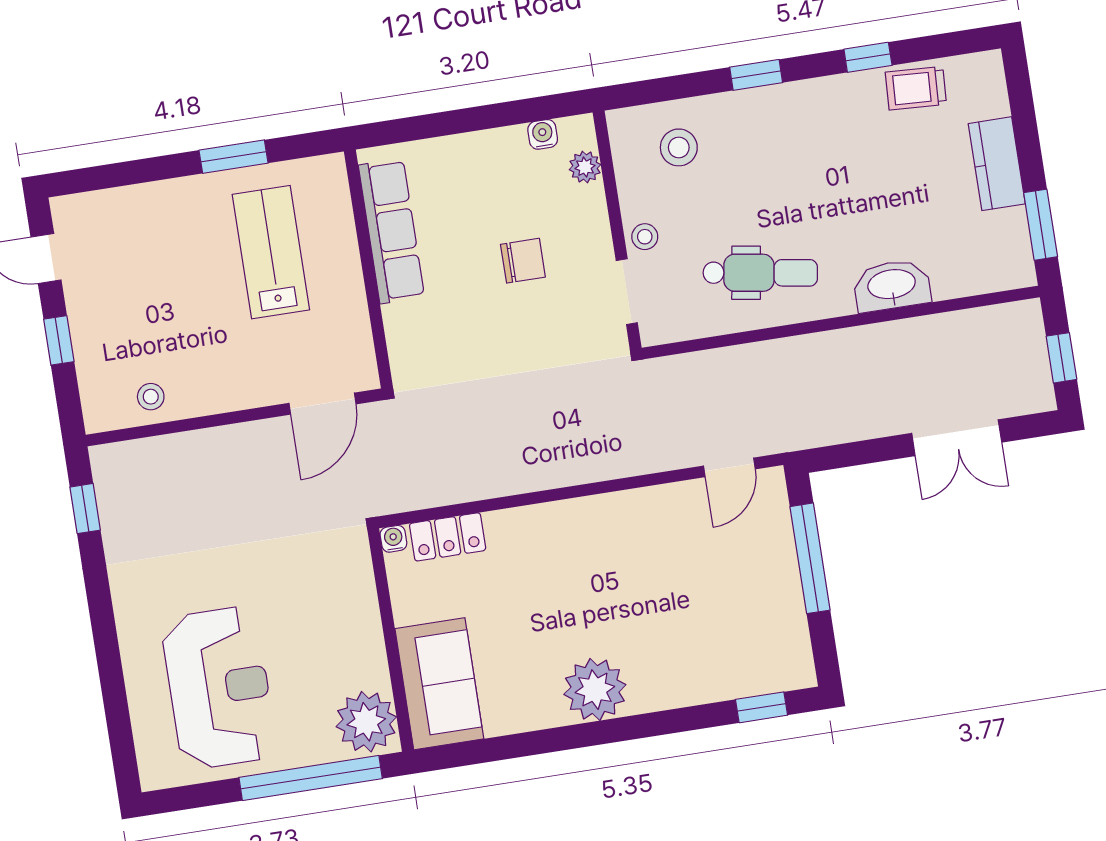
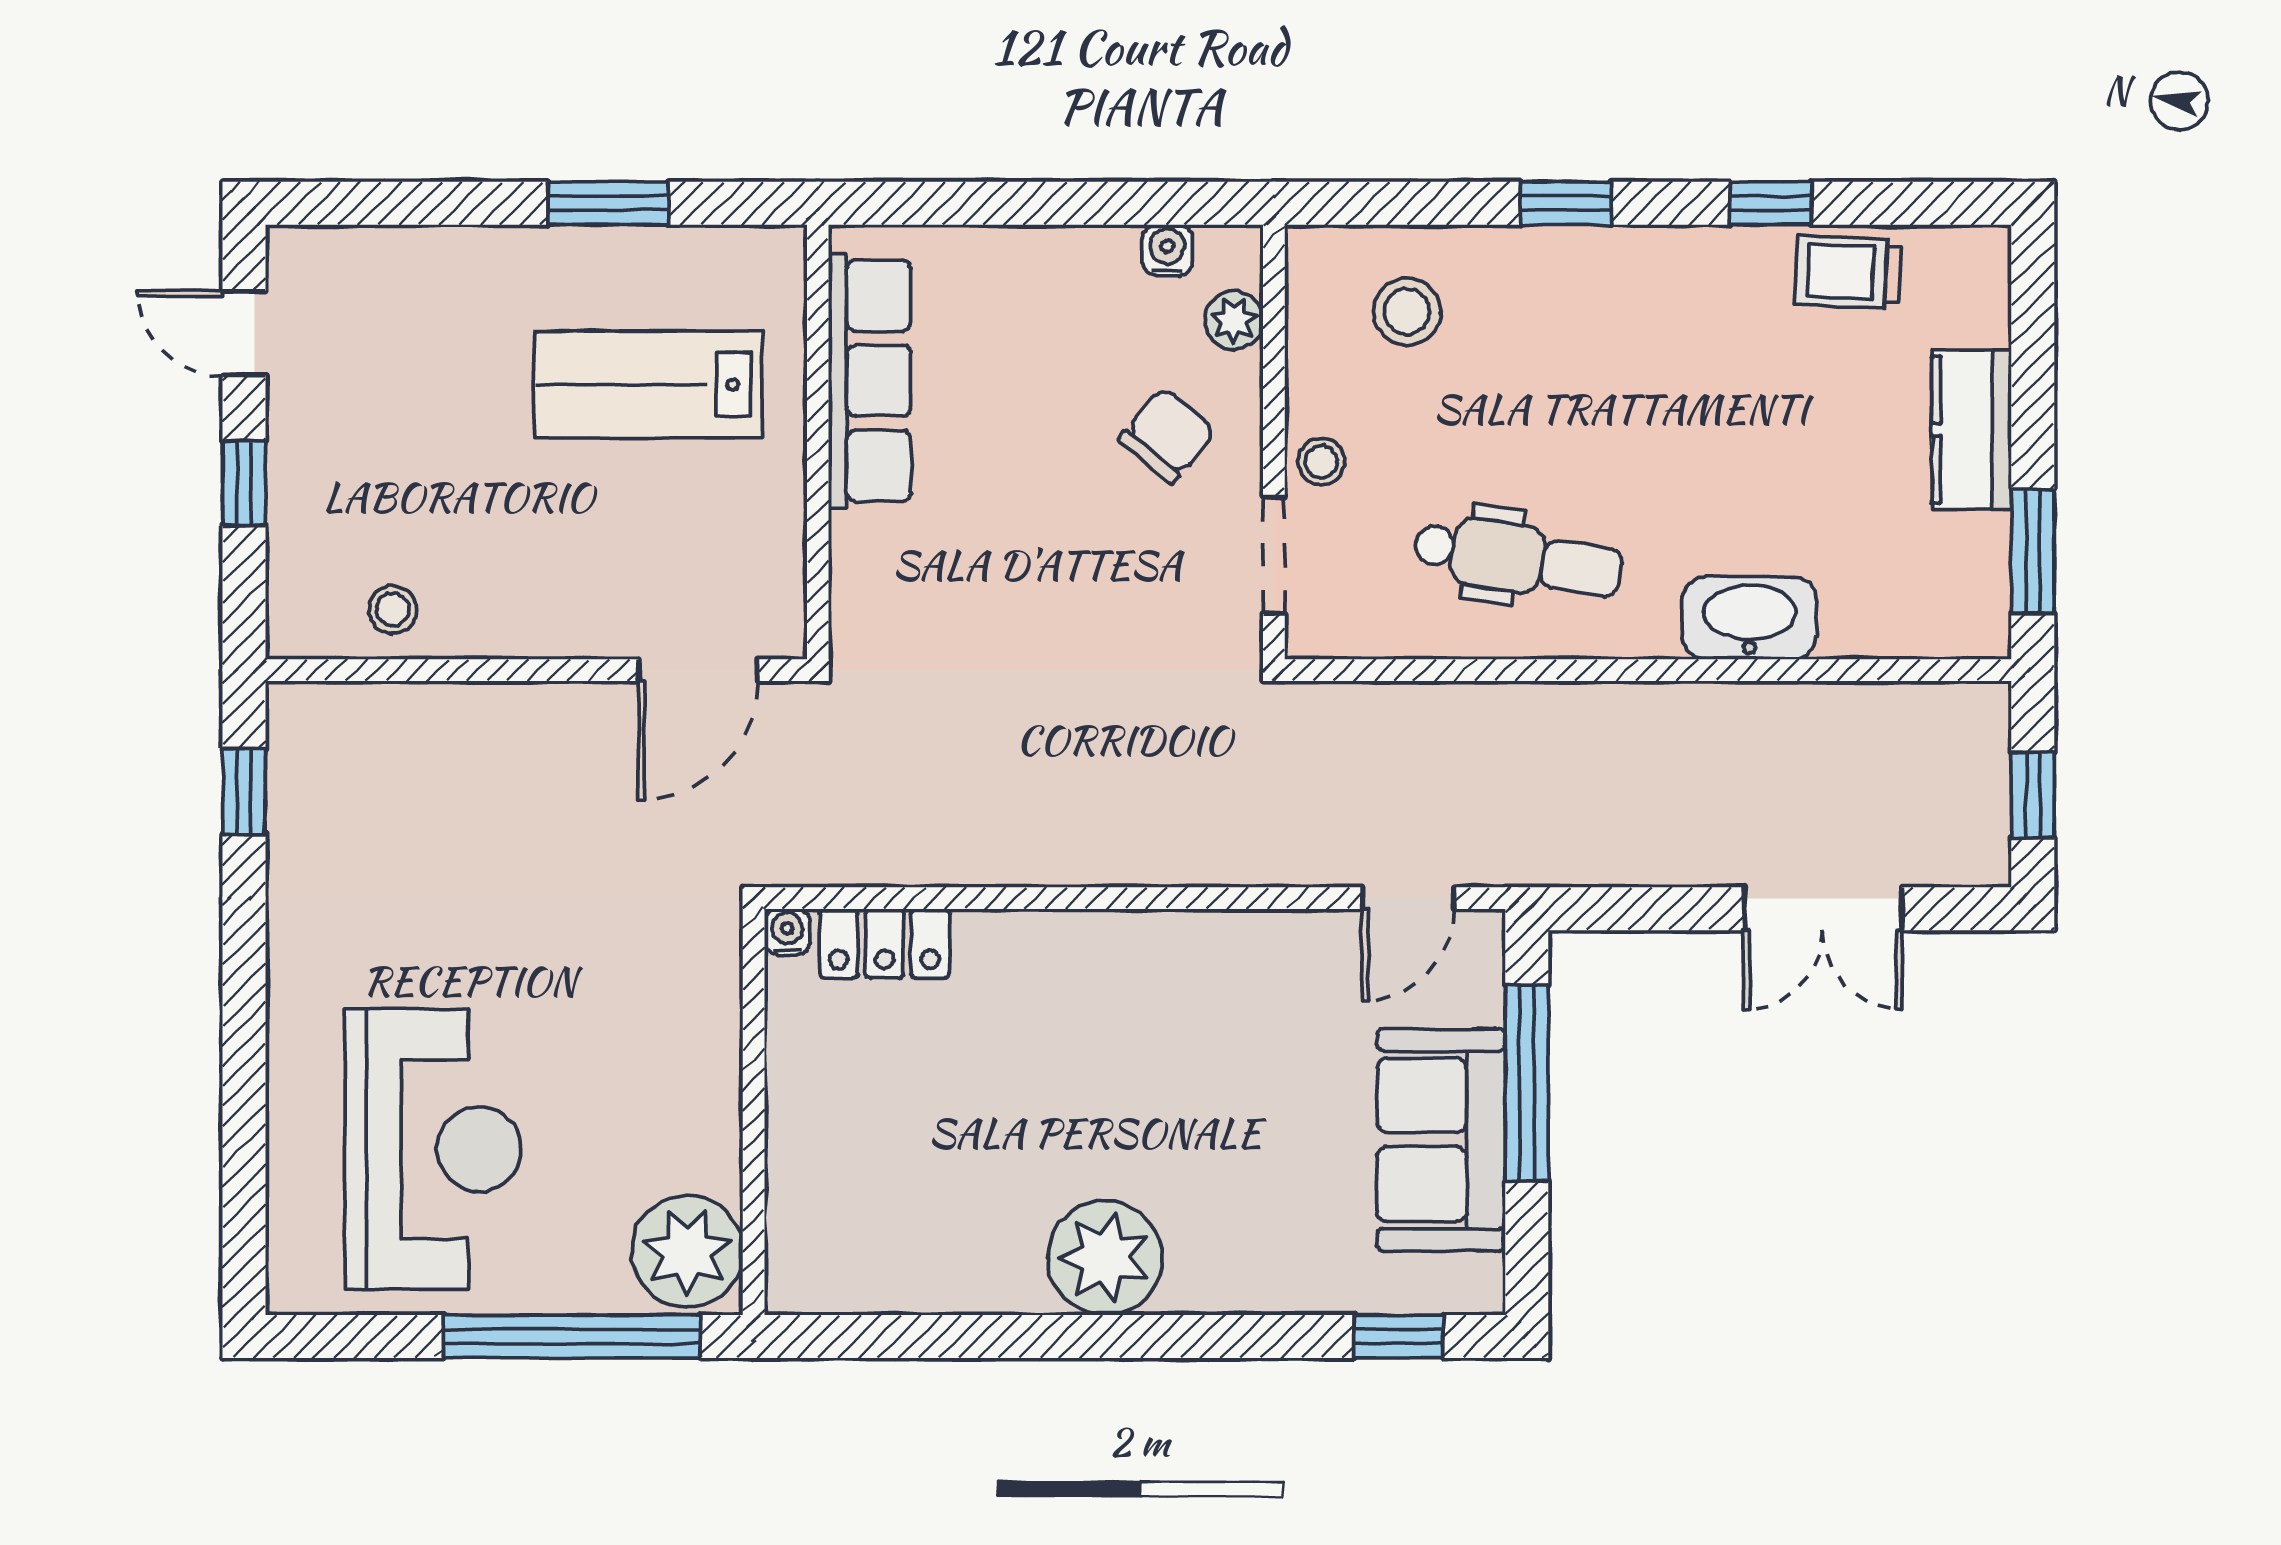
lab bench: (271, 252) -> (648, 384), turned -90
chair: (523, 261) -> (1167, 435), moved, turned -50
sofa: (439, 684) -> (1441, 1140), moved, turned 180

